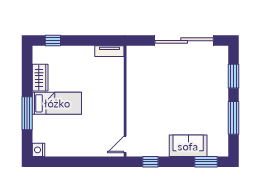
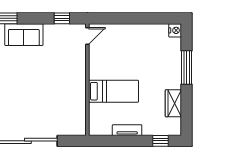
tv unit: (109, 51) -> (127, 130), moved
bed: (57, 103) -> (114, 91), moved, turned 180

